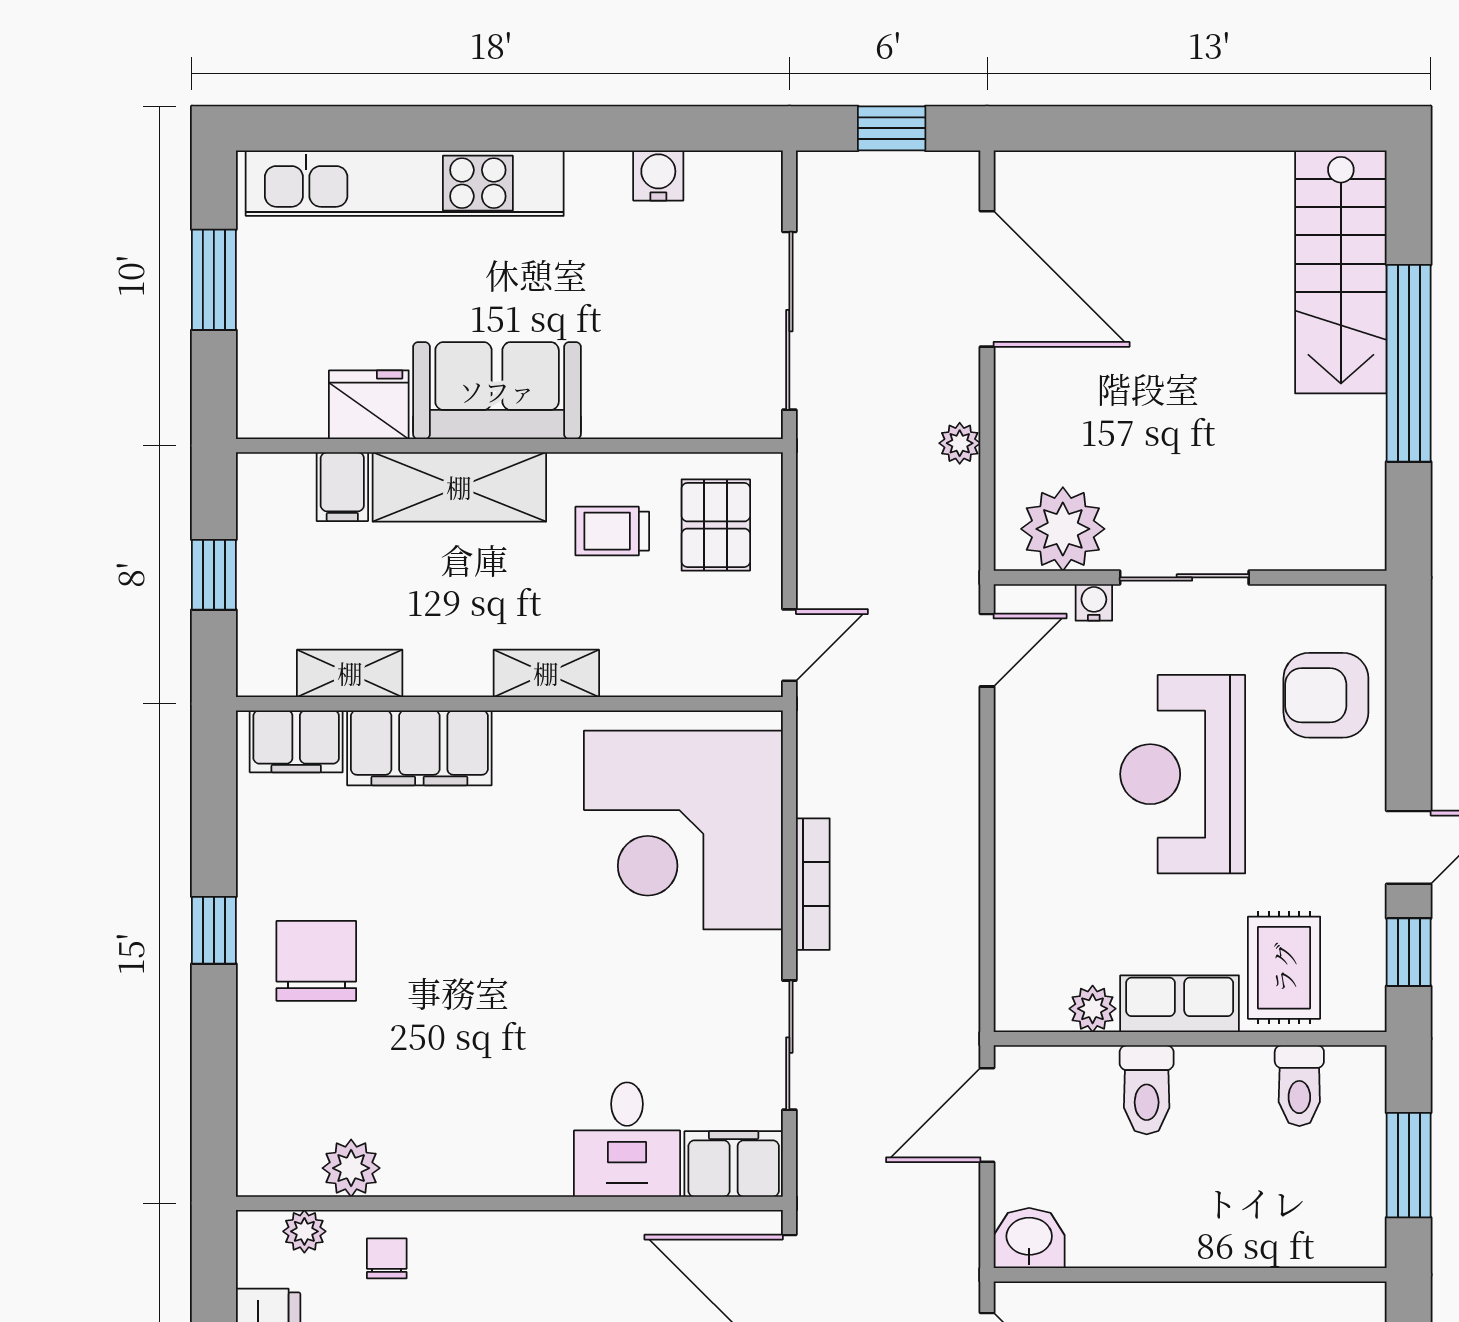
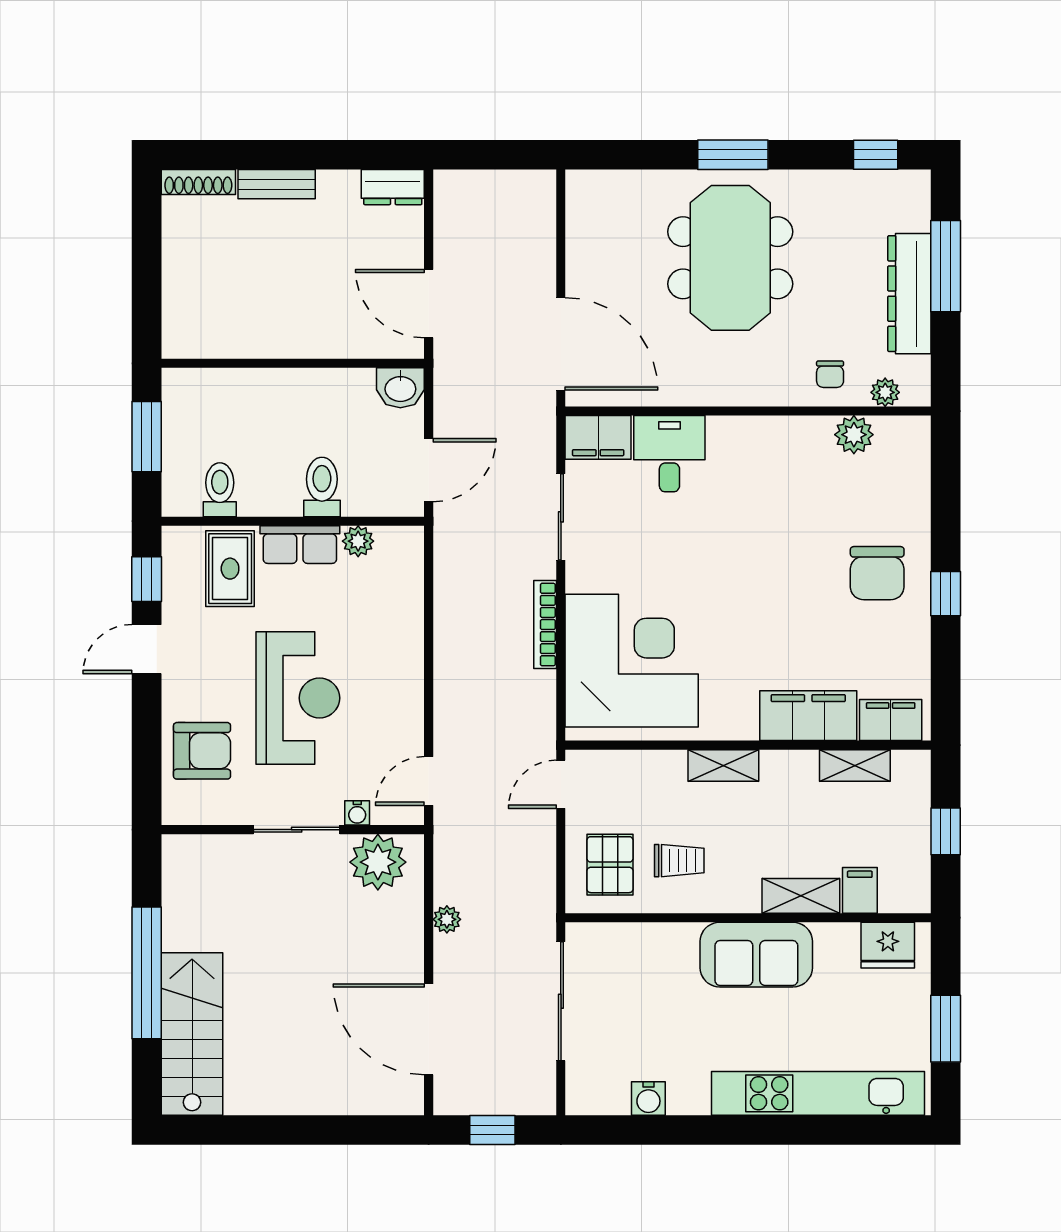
fridge: (369, 405) -> (888, 945), moved
shelving: (459, 487) -> (801, 896), width x0.67, depth x0.75

